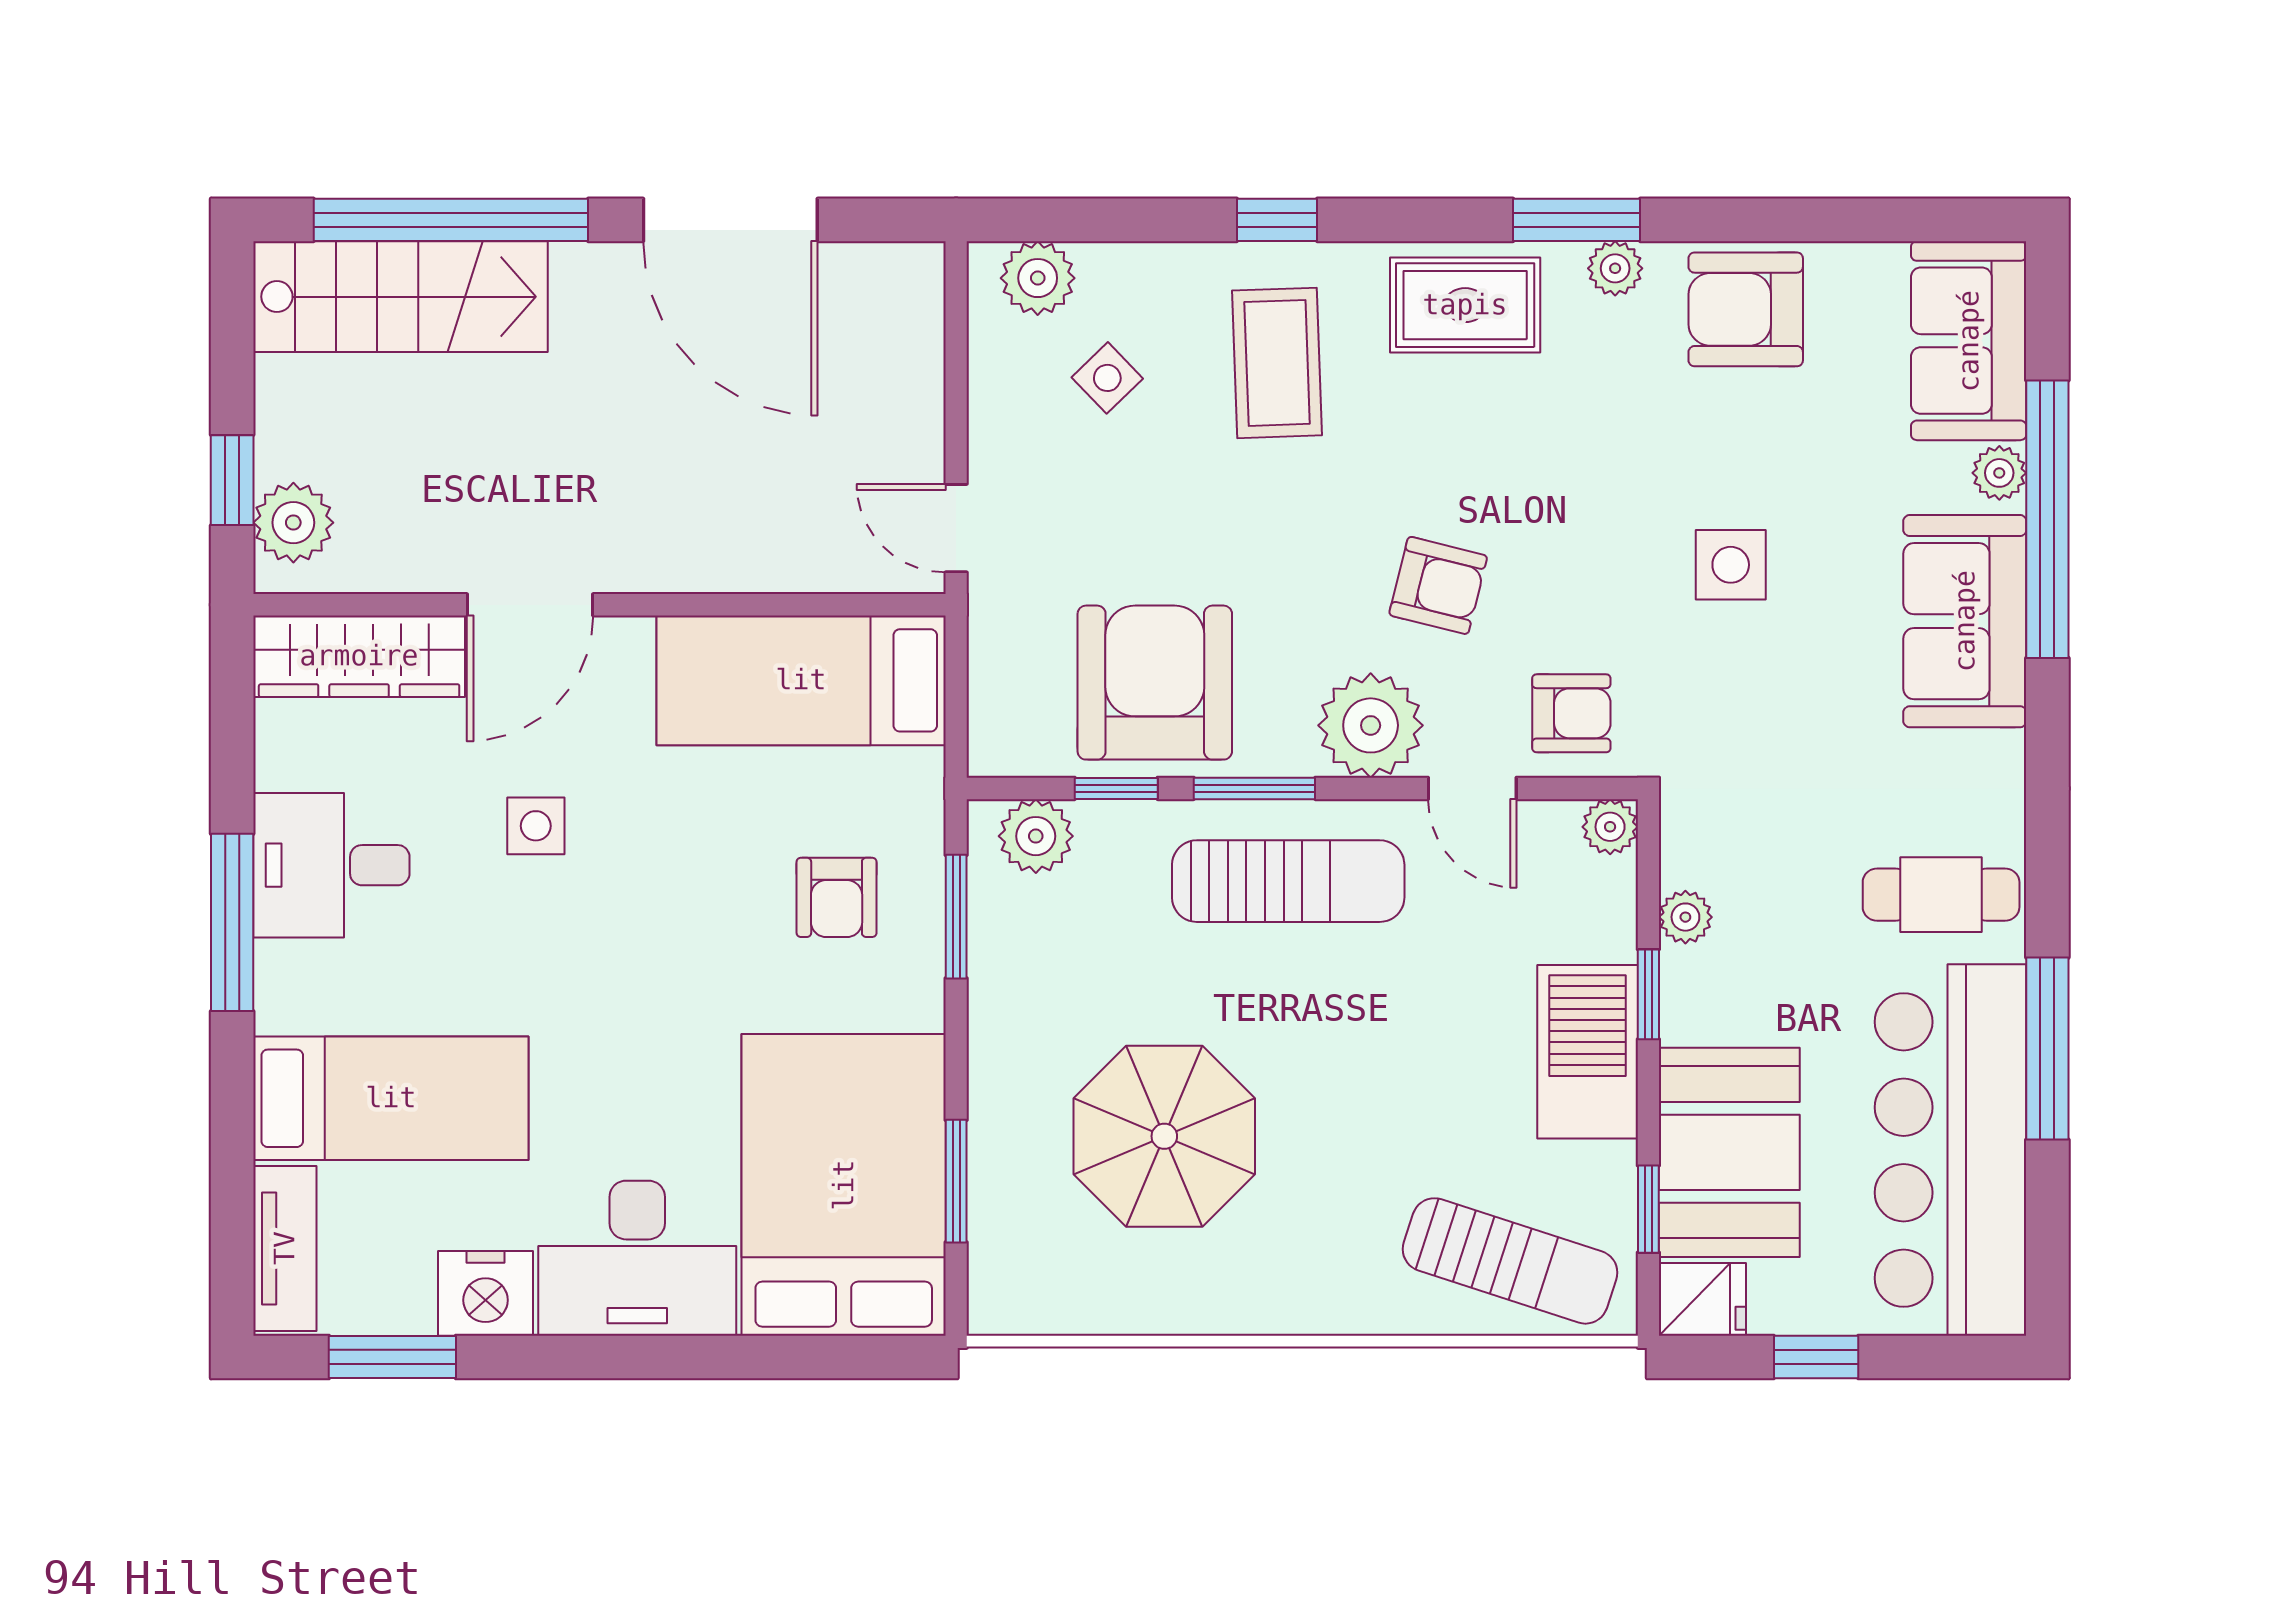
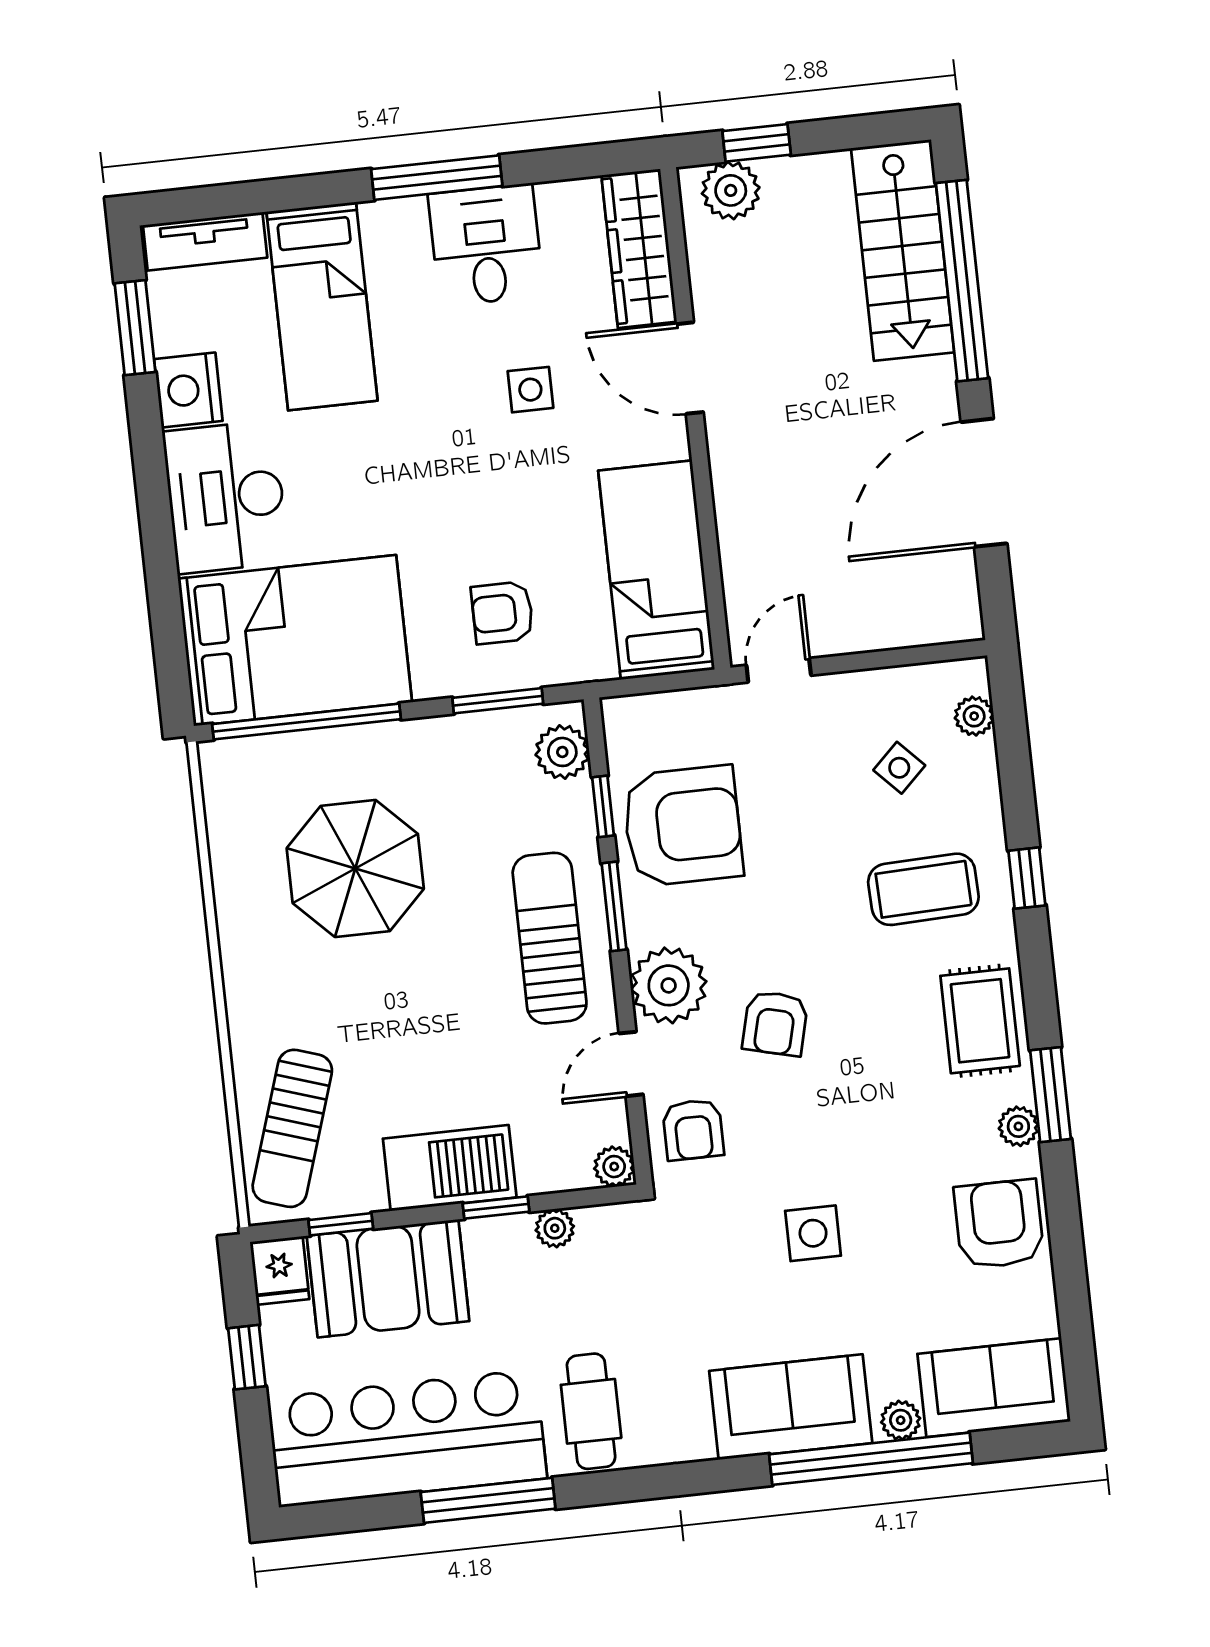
plant: (1038, 278) -> (974, 716), width x0.73, depth x0.73
sun lounger: (1288, 881) -> (550, 938), turned 180
window: (956, 1181) -> (306, 722), width x2.11

